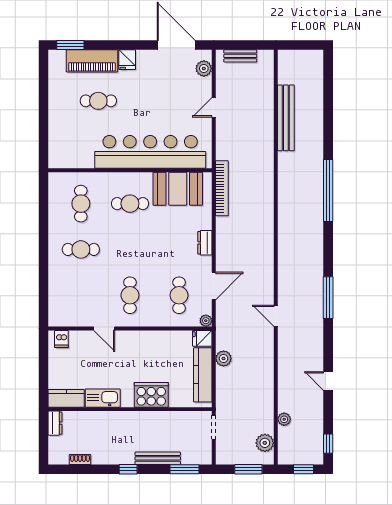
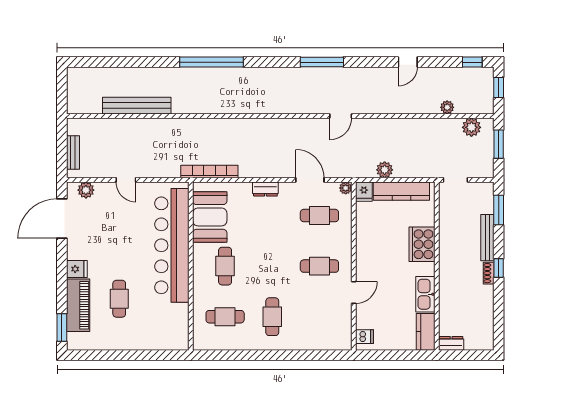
shoe rack: (80, 459) -> (489, 273), moved

